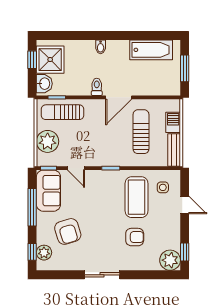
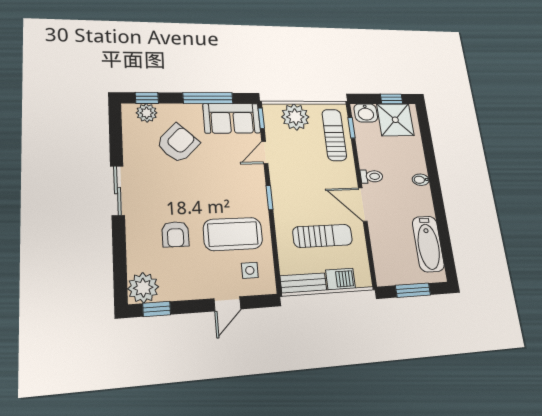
armchair: (68, 231) -> (178, 143), turned 151

